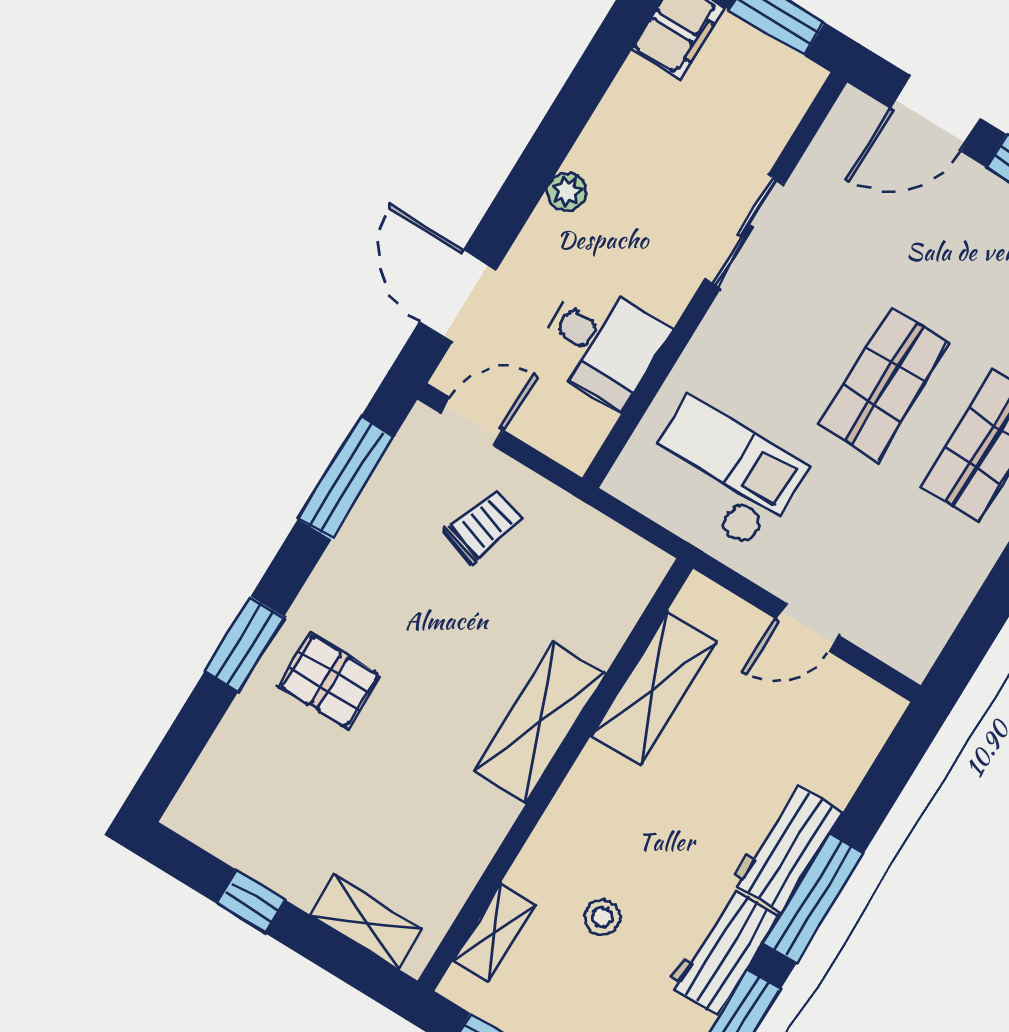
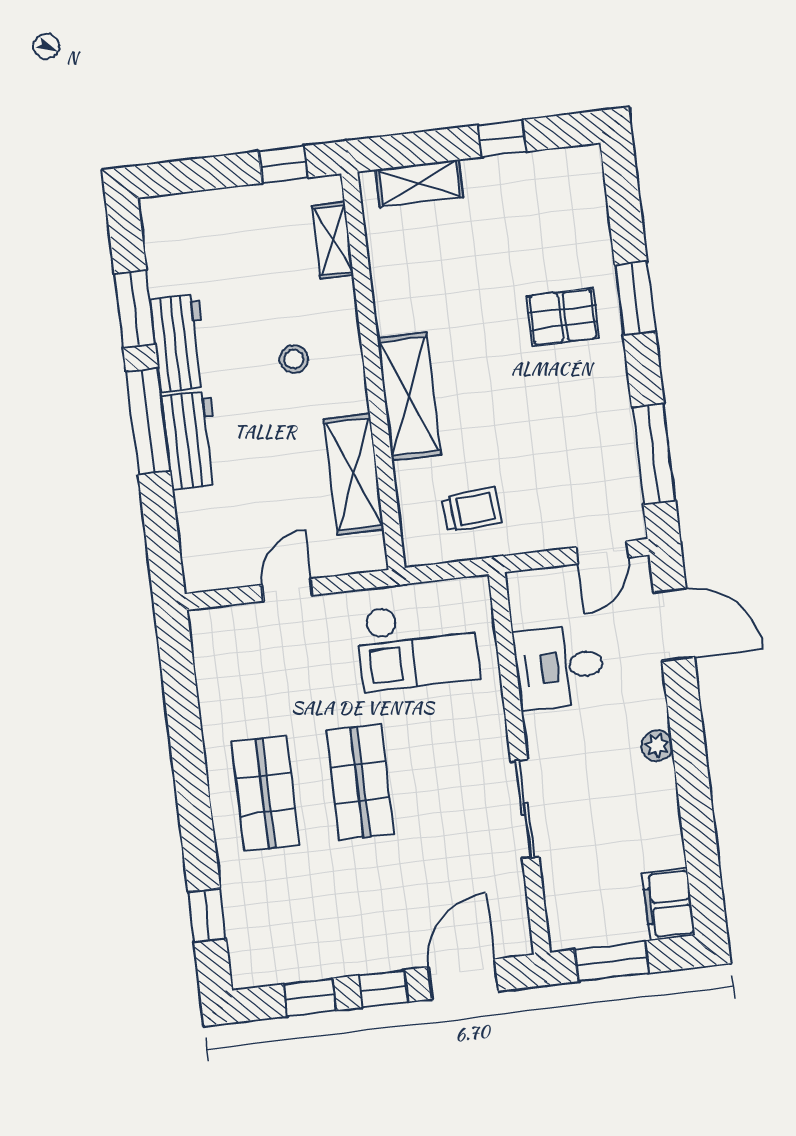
trolley: (483, 526) -> (472, 510), moved, turned -113
stool: (602, 917) -> (294, 359), moved

